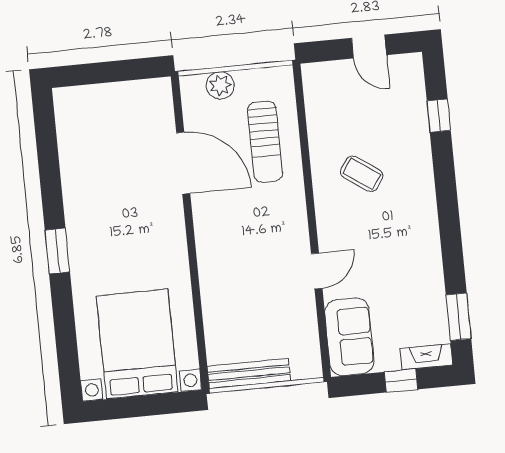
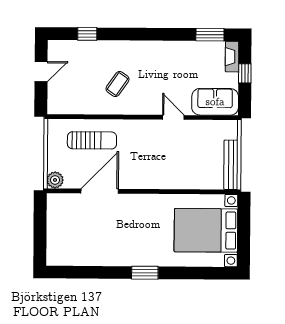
plant: (220, 85) -> (55, 180), moved

